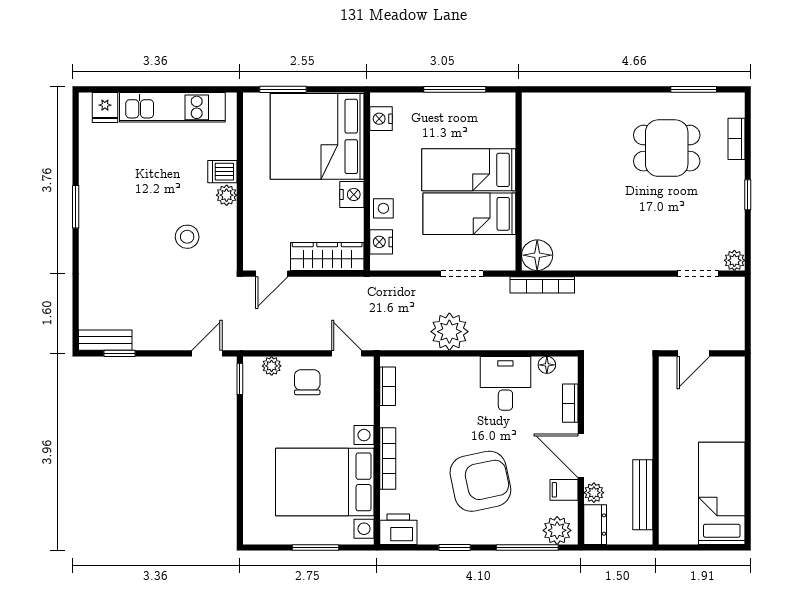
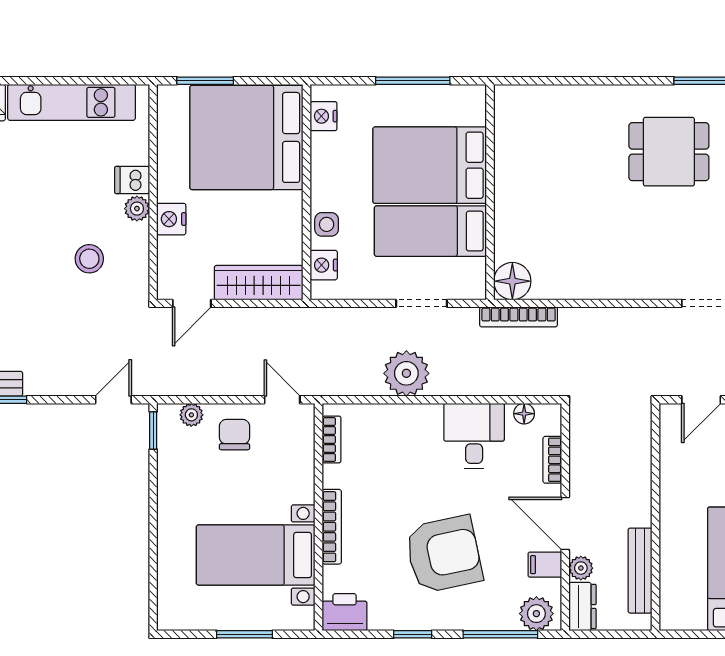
bed: (469, 170) -> (430, 165), width x1.50
nightstand: (352, 194) -> (171, 219), moved, turned 180
bed with nightstands: (325, 482) -> (256, 555), width x0.73

